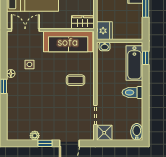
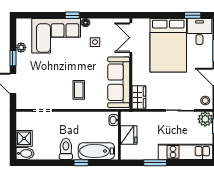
double door: (25, 30) -> (131, 38), swing flipped
fridge: (104, 31) -> (129, 135), moved, turned -90
window: (146, 58) -> (81, 163), moved
corner sofa: (23, 102) -> (56, 36), added
shower: (104, 133) -> (24, 138), moved

